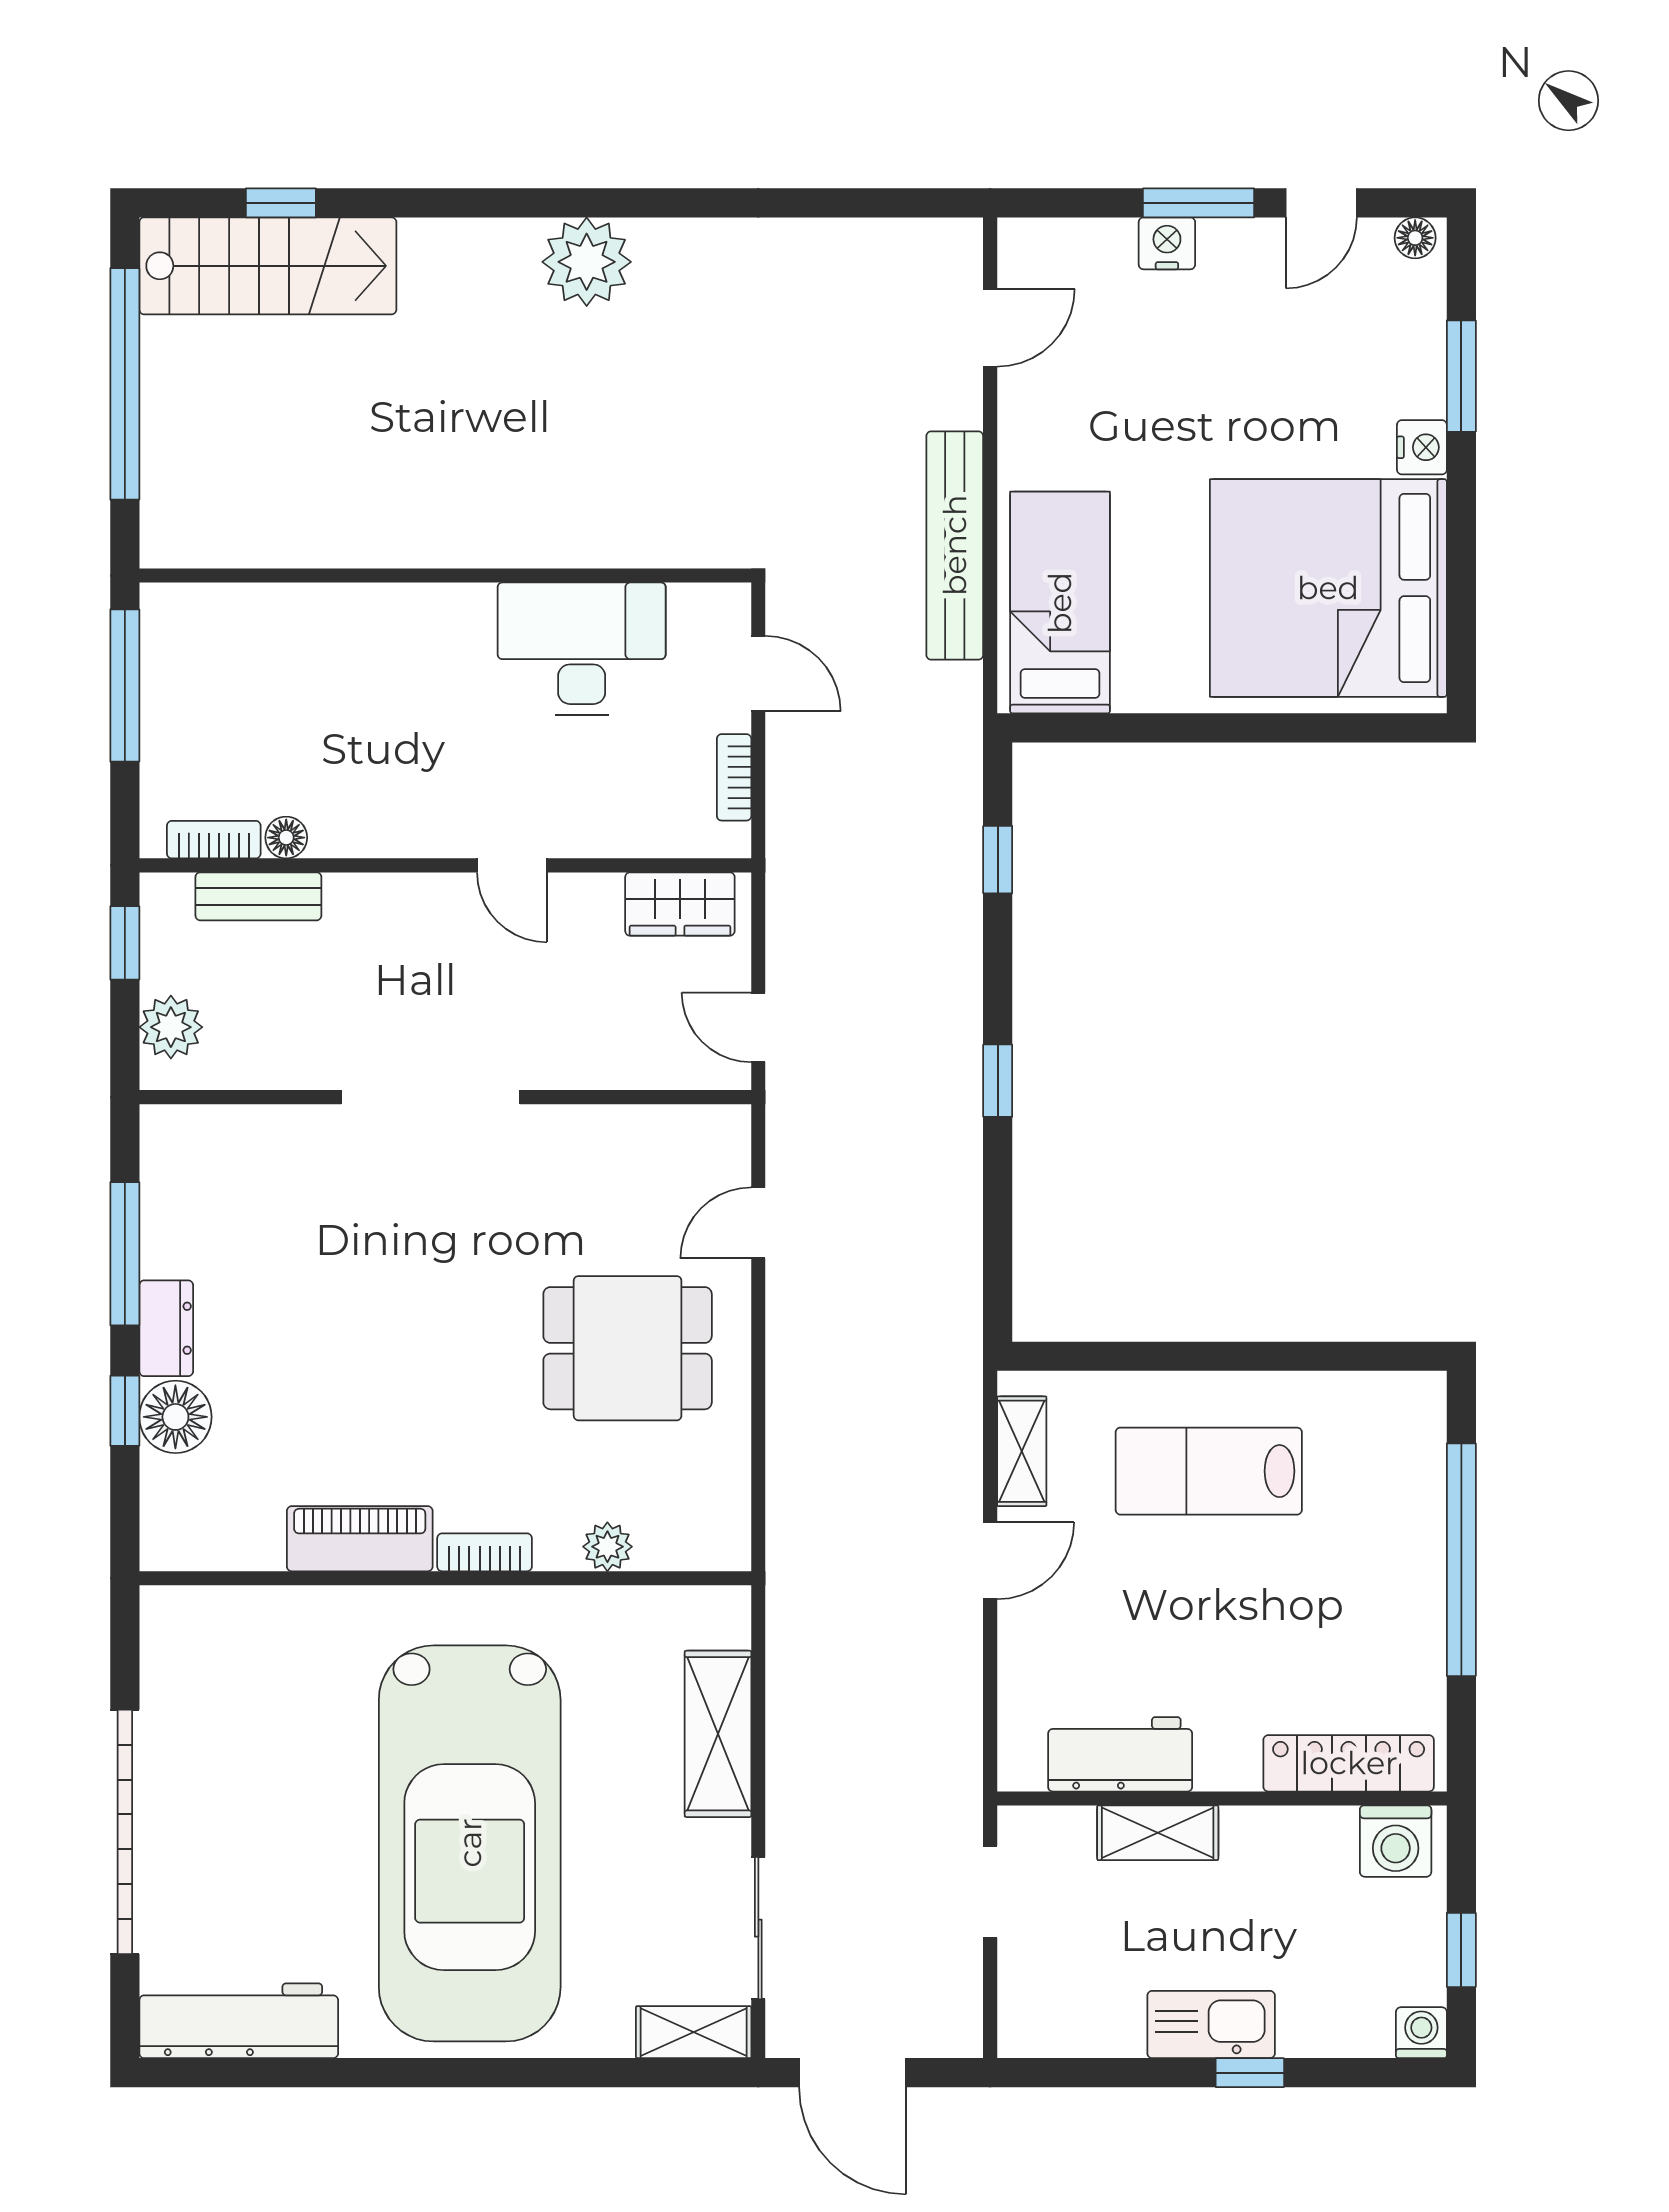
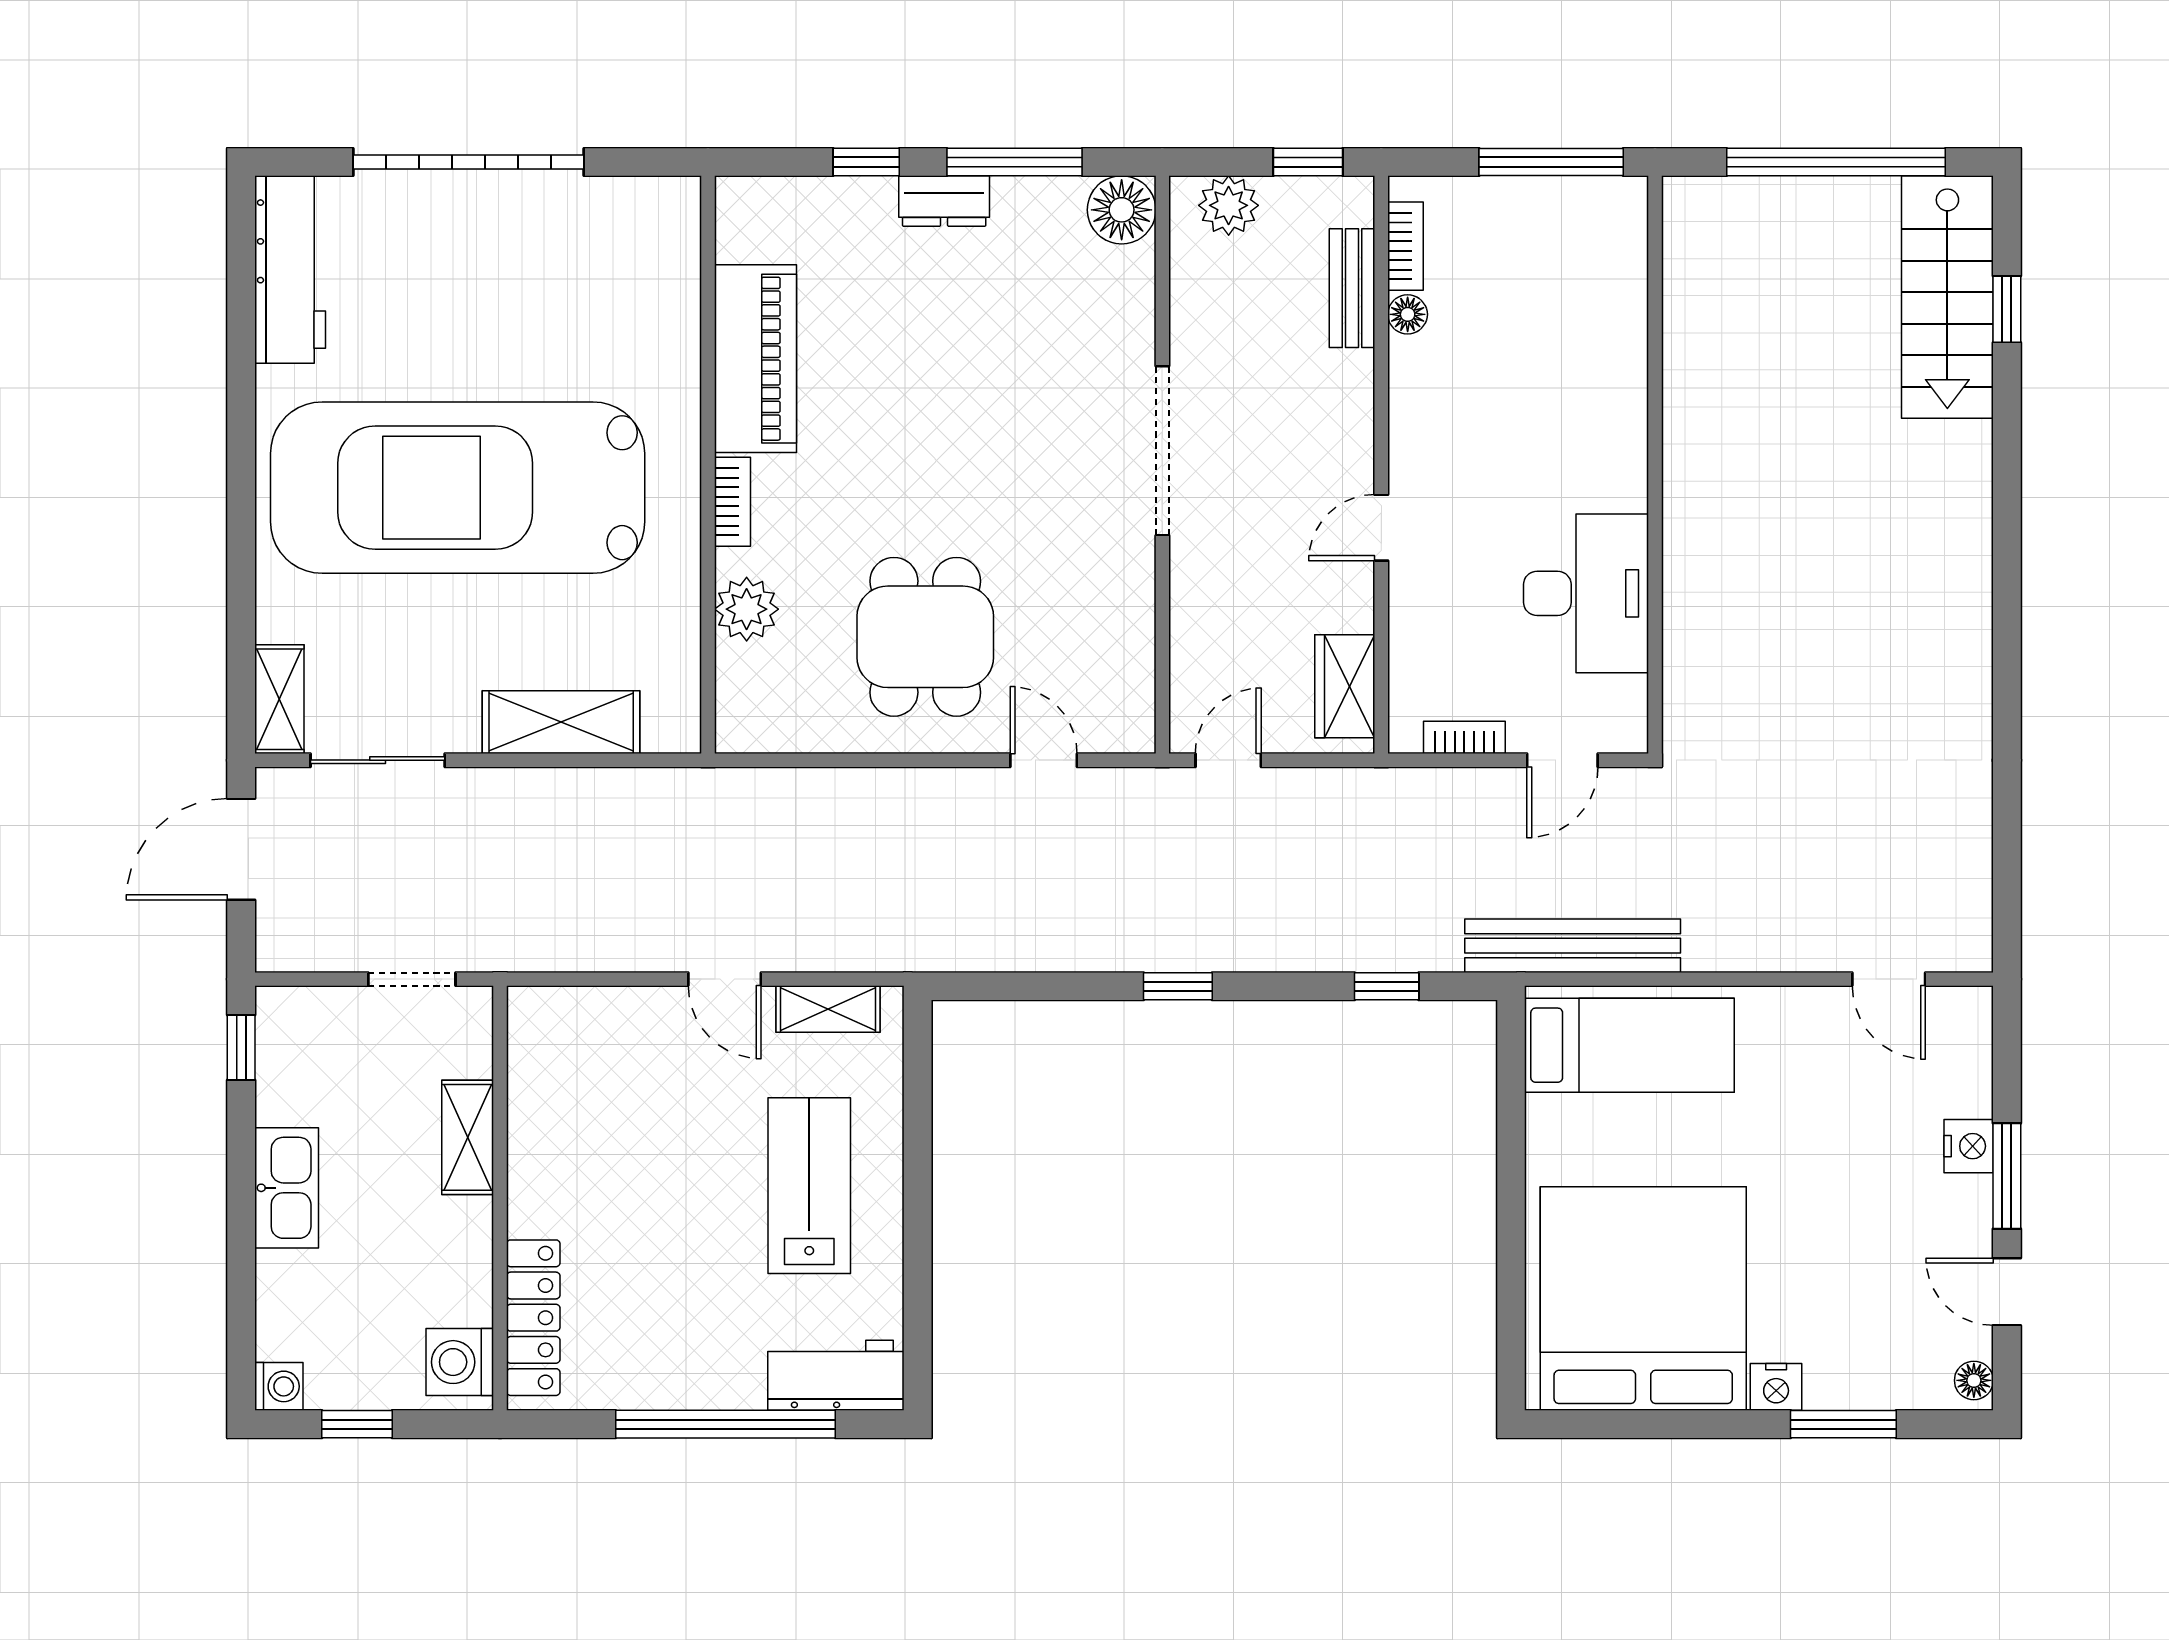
plant: (587, 262) -> (1951, 598), removed
bench: (955, 545) -> (1573, 946), moved
floor lamp: (175, 1417) -> (1122, 210), moved
piano: (360, 1539) -> (755, 359), width x1.37, depth x1.33
plant: (607, 1547) -> (747, 609), width x1.38, depth x1.38
workbench: (1120, 1754) -> (836, 1375), moved, turned -90
window: (1250, 2073) -> (241, 1048), moved

